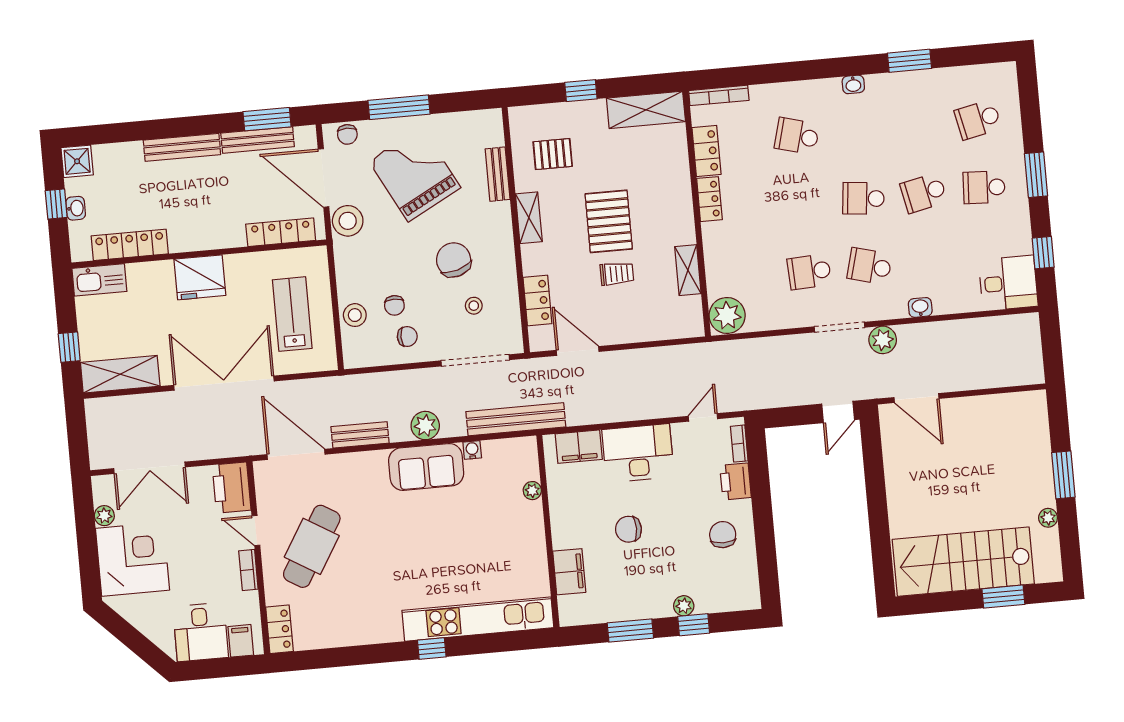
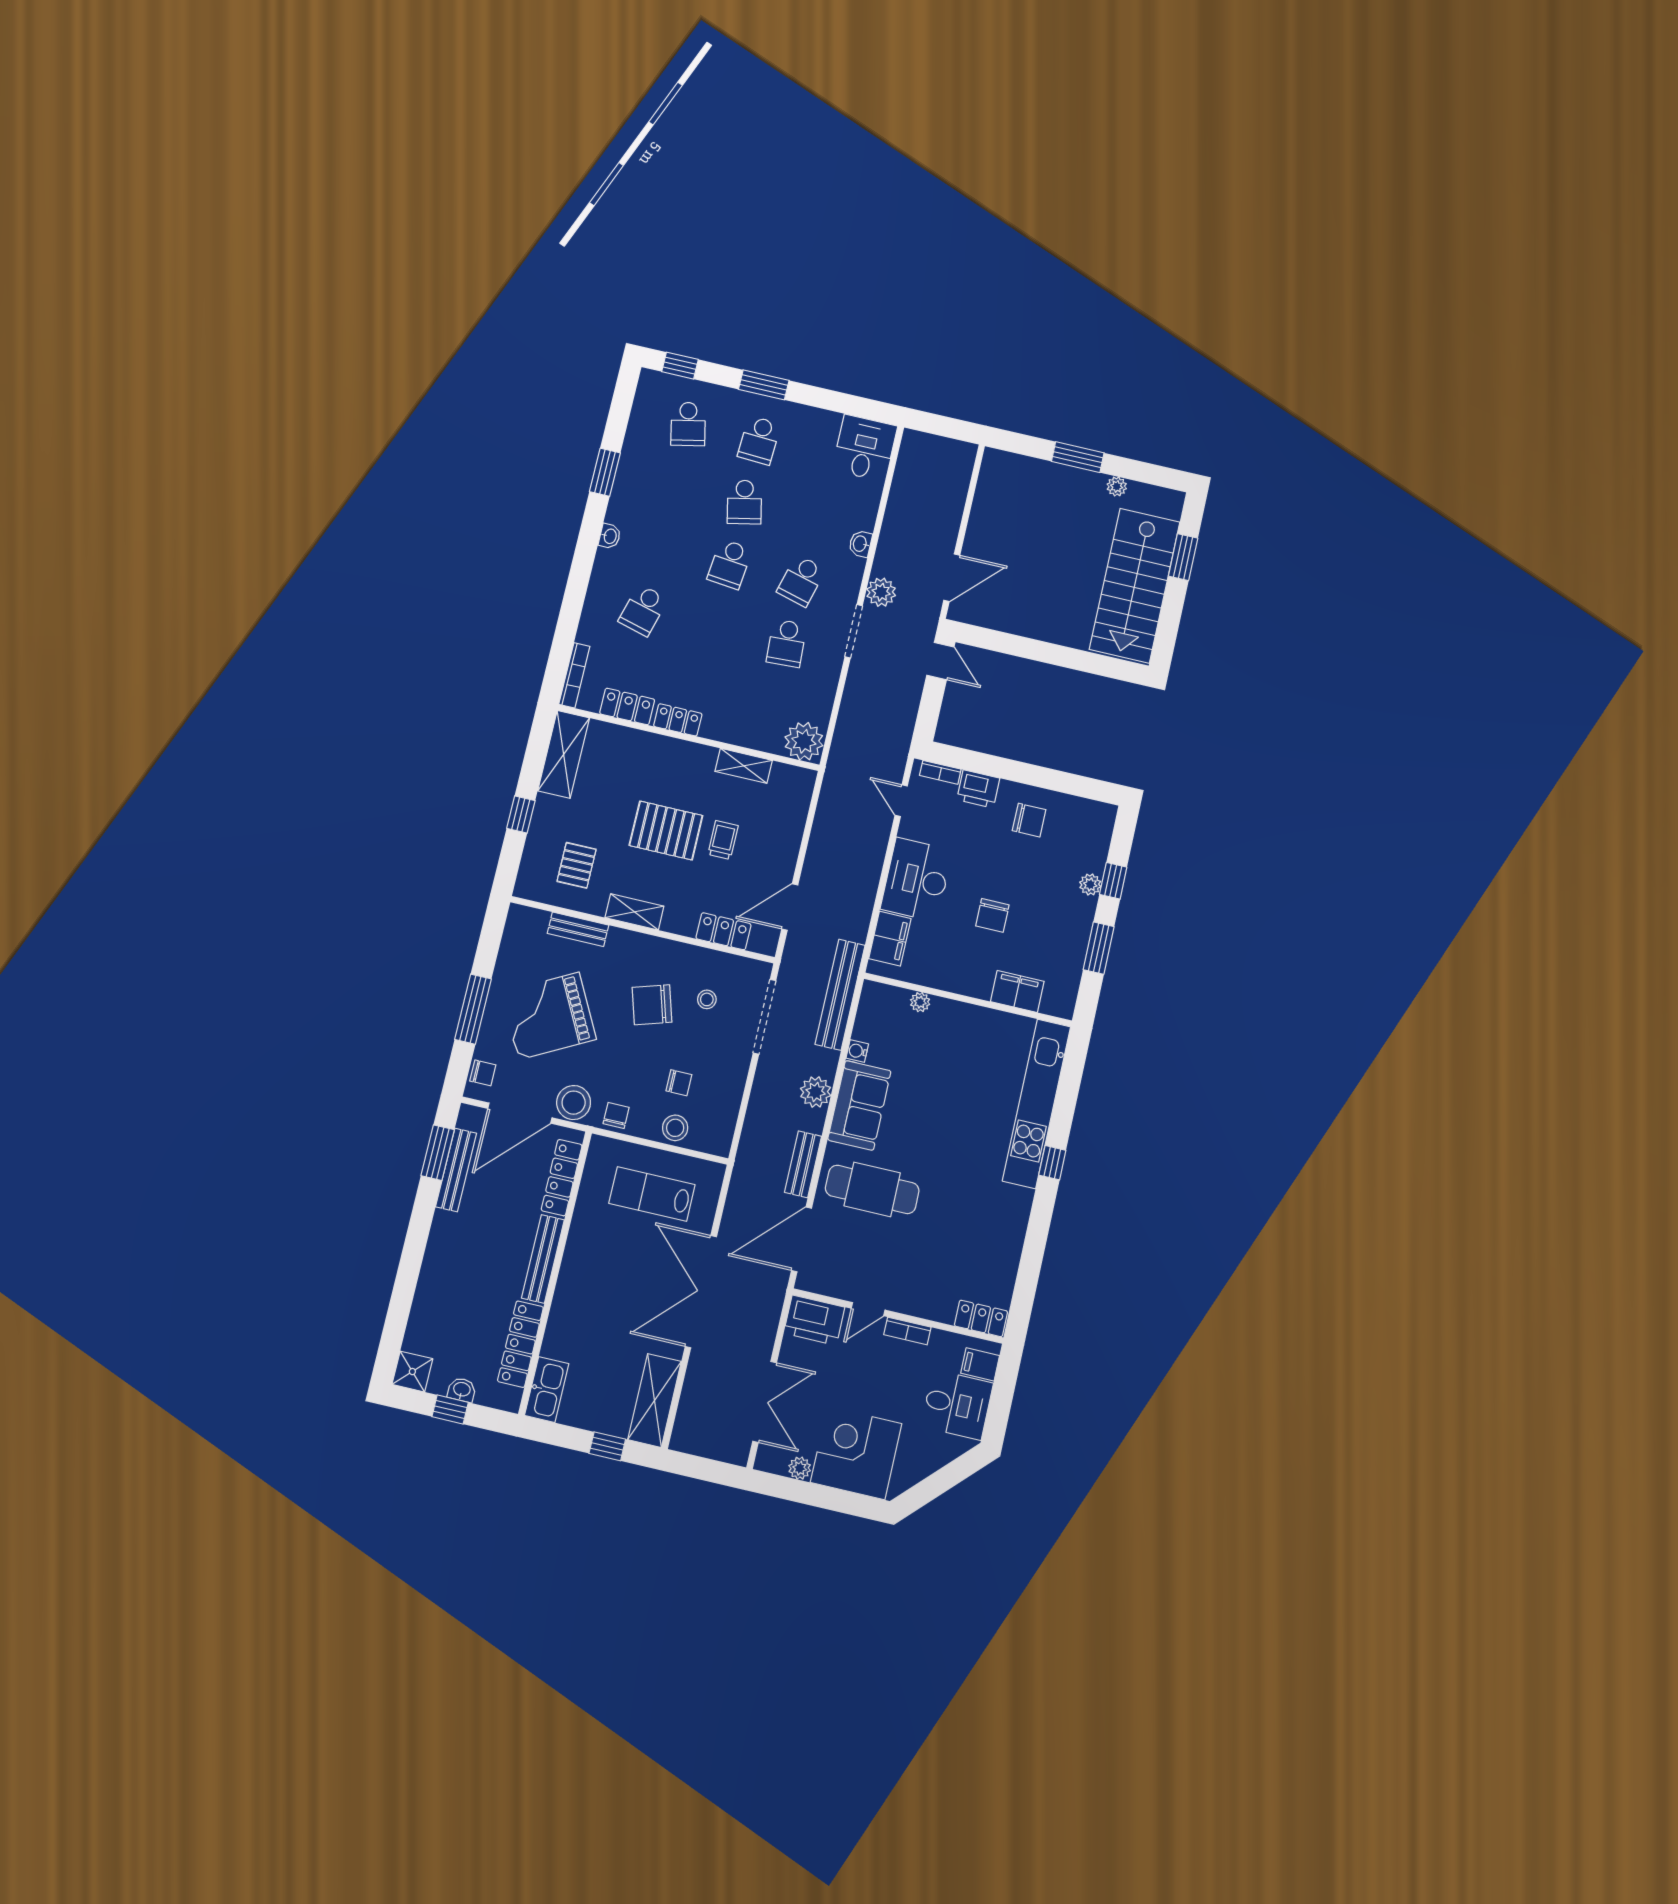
bench: (182, 147) -> (543, 1259), moved
window: (1043, 253) -> (680, 366), moved
fridge: (200, 277) -> (580, 1280), removed
chair: (407, 336) -> (616, 1115), moved
chair: (723, 535) -> (1029, 820), turned 180
cafe table: (312, 546) -> (872, 1189), moved, turned -31

